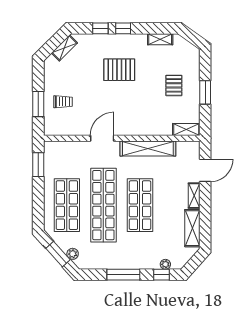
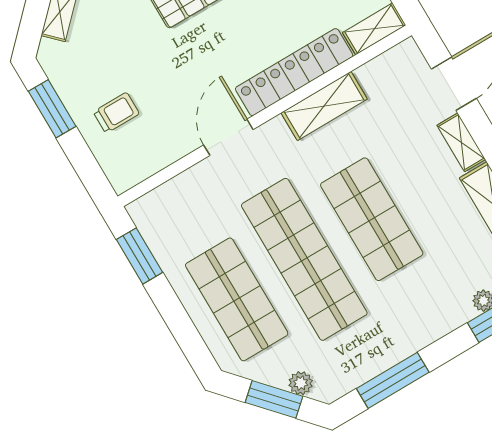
window: (38, 104) -> (52, 109), moved
locker: (144, 128) -> (294, 72), added
shelving: (148, 148) -> (324, 106), width x0.68
window: (123, 275) -> (393, 380), moved

